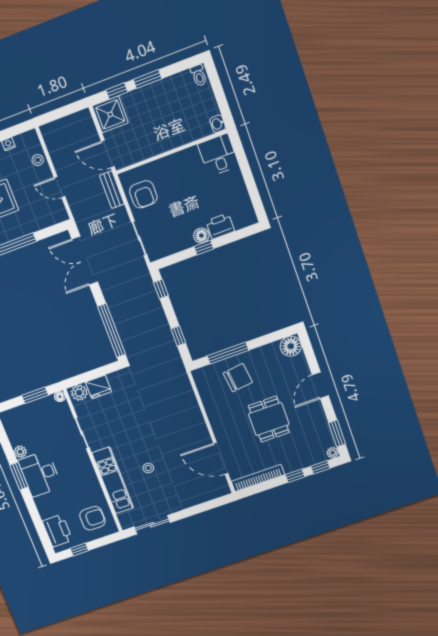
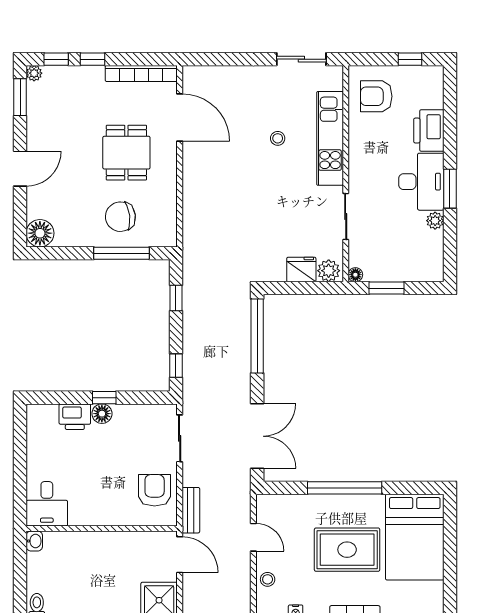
dining table: (269, 419) -> (126, 153), moved
printer: (57, 531) -> (429, 131), moved

